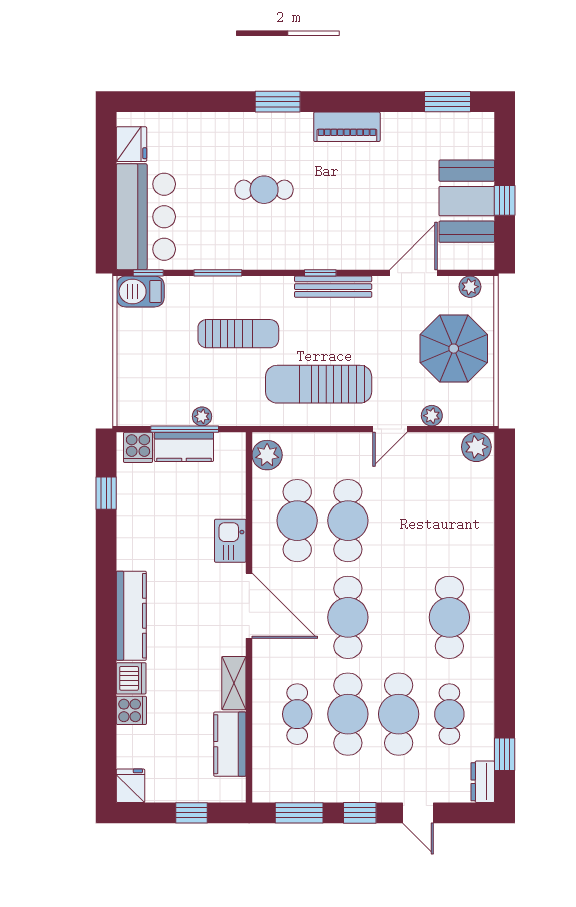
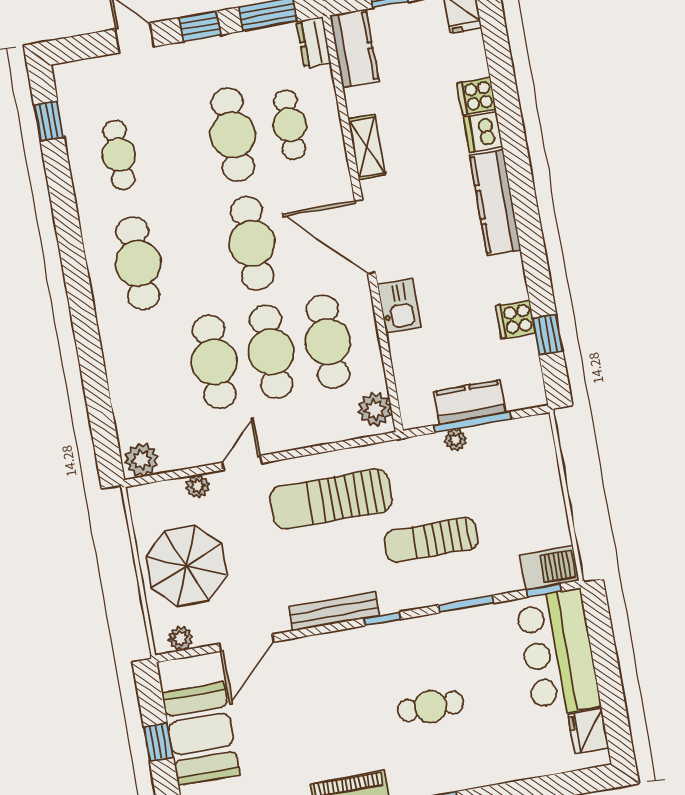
window: (320, 273) -> (382, 619), moved
sun lounger: (319, 384) -> (331, 499), turned 180
cooker: (138, 447) -> (516, 319), moved, turned -90
cafe table: (399, 714) -> (214, 362), moved
kitchen counter: (230, 744) -> (354, 48), moved
dresser: (483, 782) -> (314, 43), moved, turned 180

